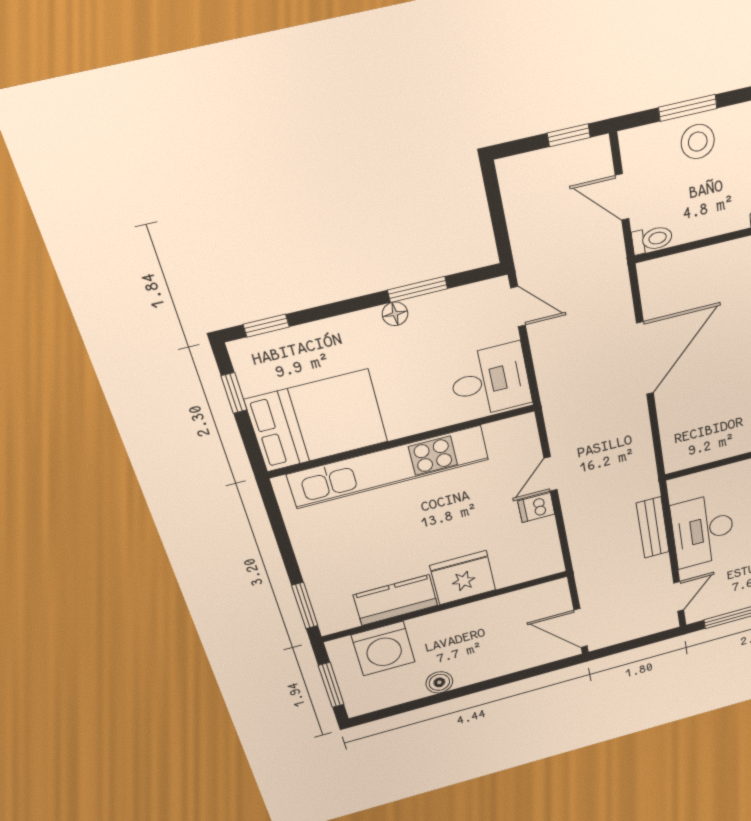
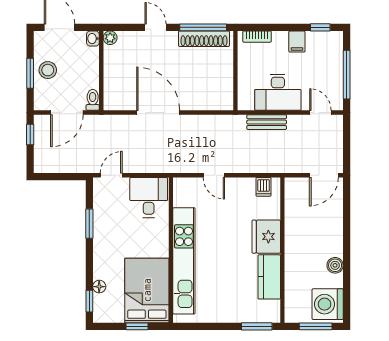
door: (622, 197) -> (67, 112), width x1.38
floor lamp: (395, 314) -> (99, 287), moved
window: (234, 393) -> (137, 326), moved
dishwasher: (536, 507) -> (264, 187), moved
washing machine: (383, 649) -> (328, 304), moved, turned 180

